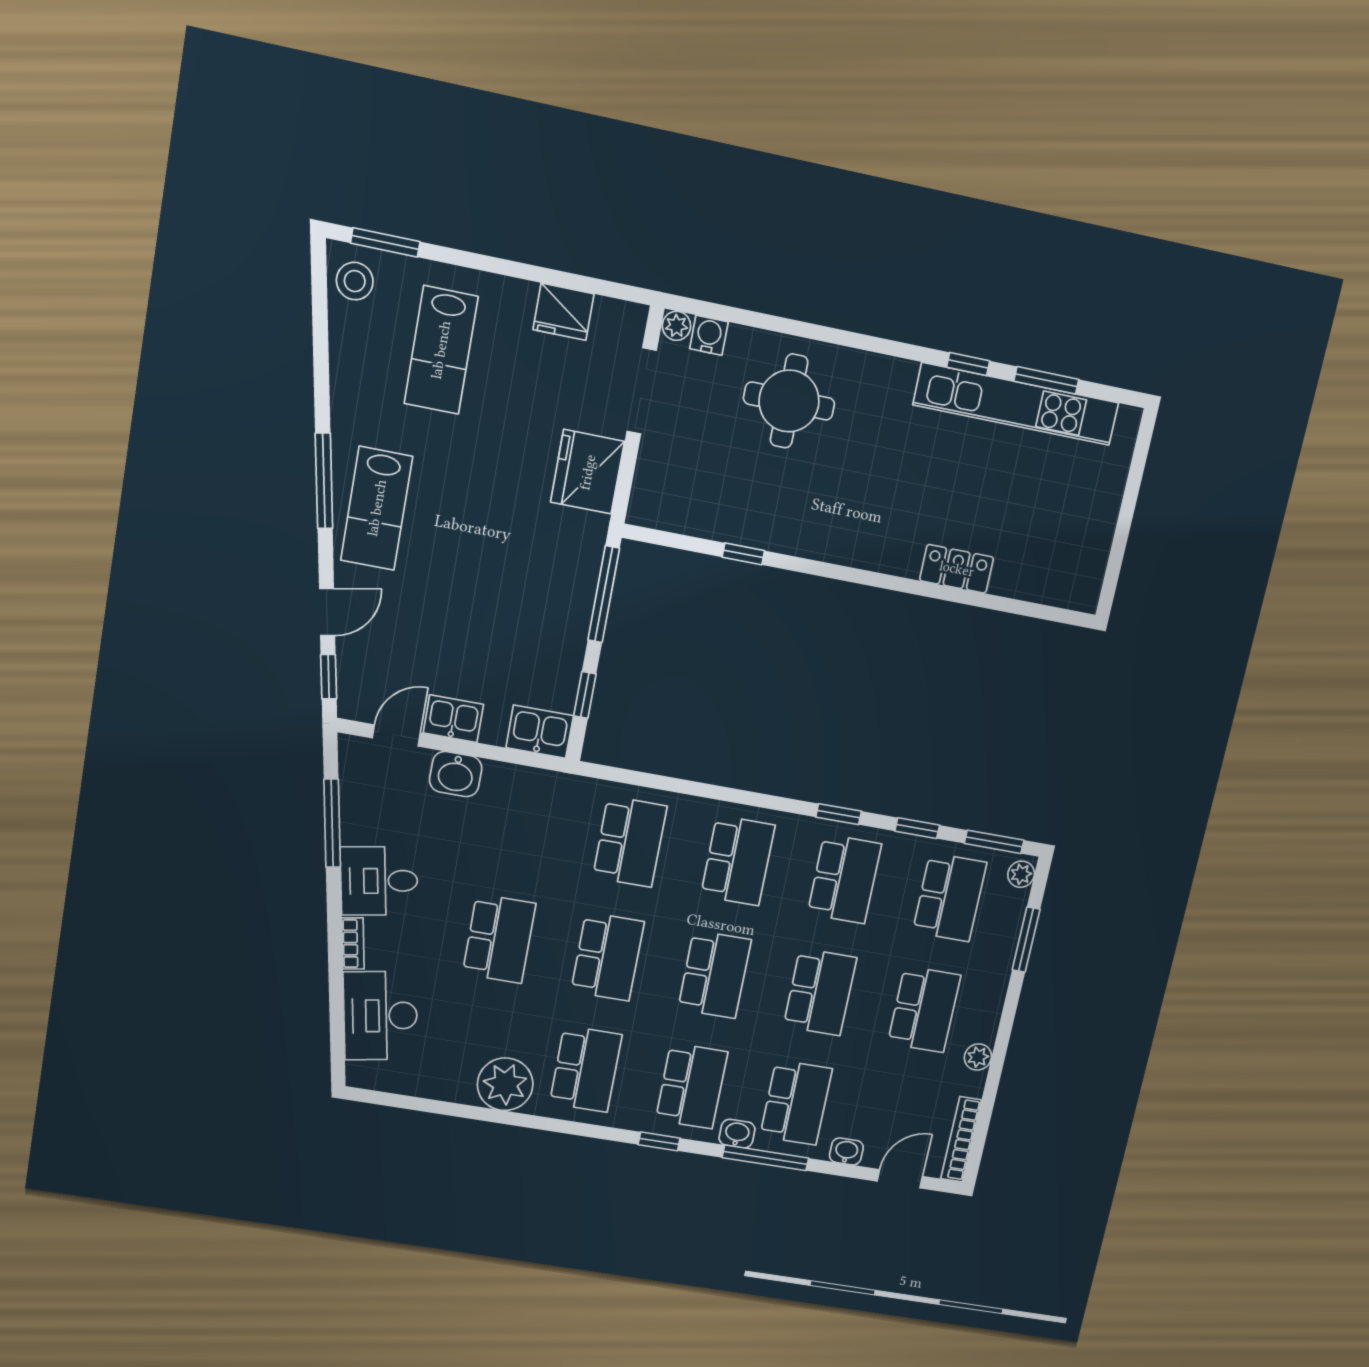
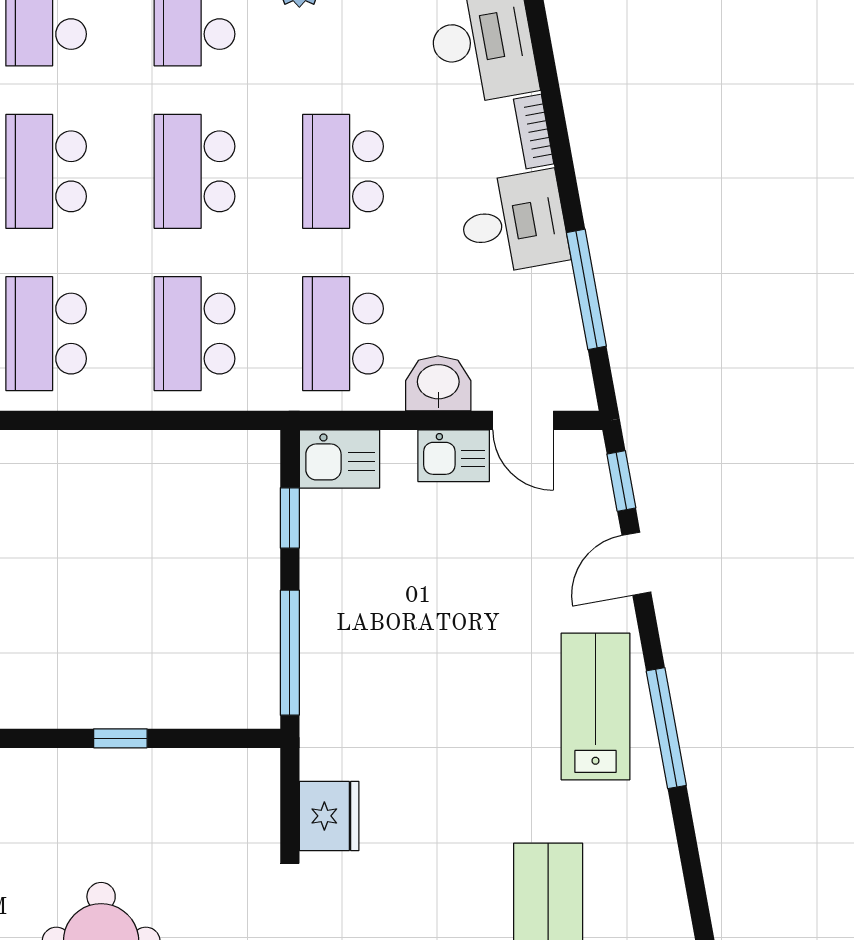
fridge: (588, 472) -> (329, 816), width x0.73, depth x0.75
door: (396, 735) -> (523, 420), hinge flipped
school desk: (520, 823) -> (343, 334), added

